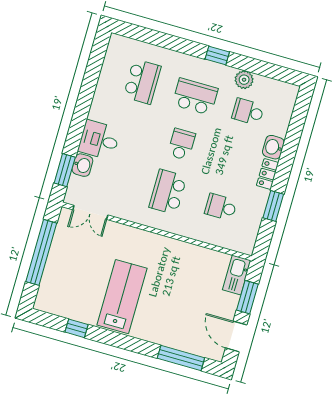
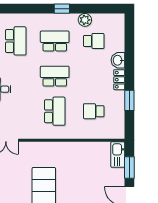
school desk: (248, 112) -> (94, 41), turned 180
school desk: (181, 144) -> (55, 76), width x1.85
school desk: (168, 192) -> (55, 111), turned 180

